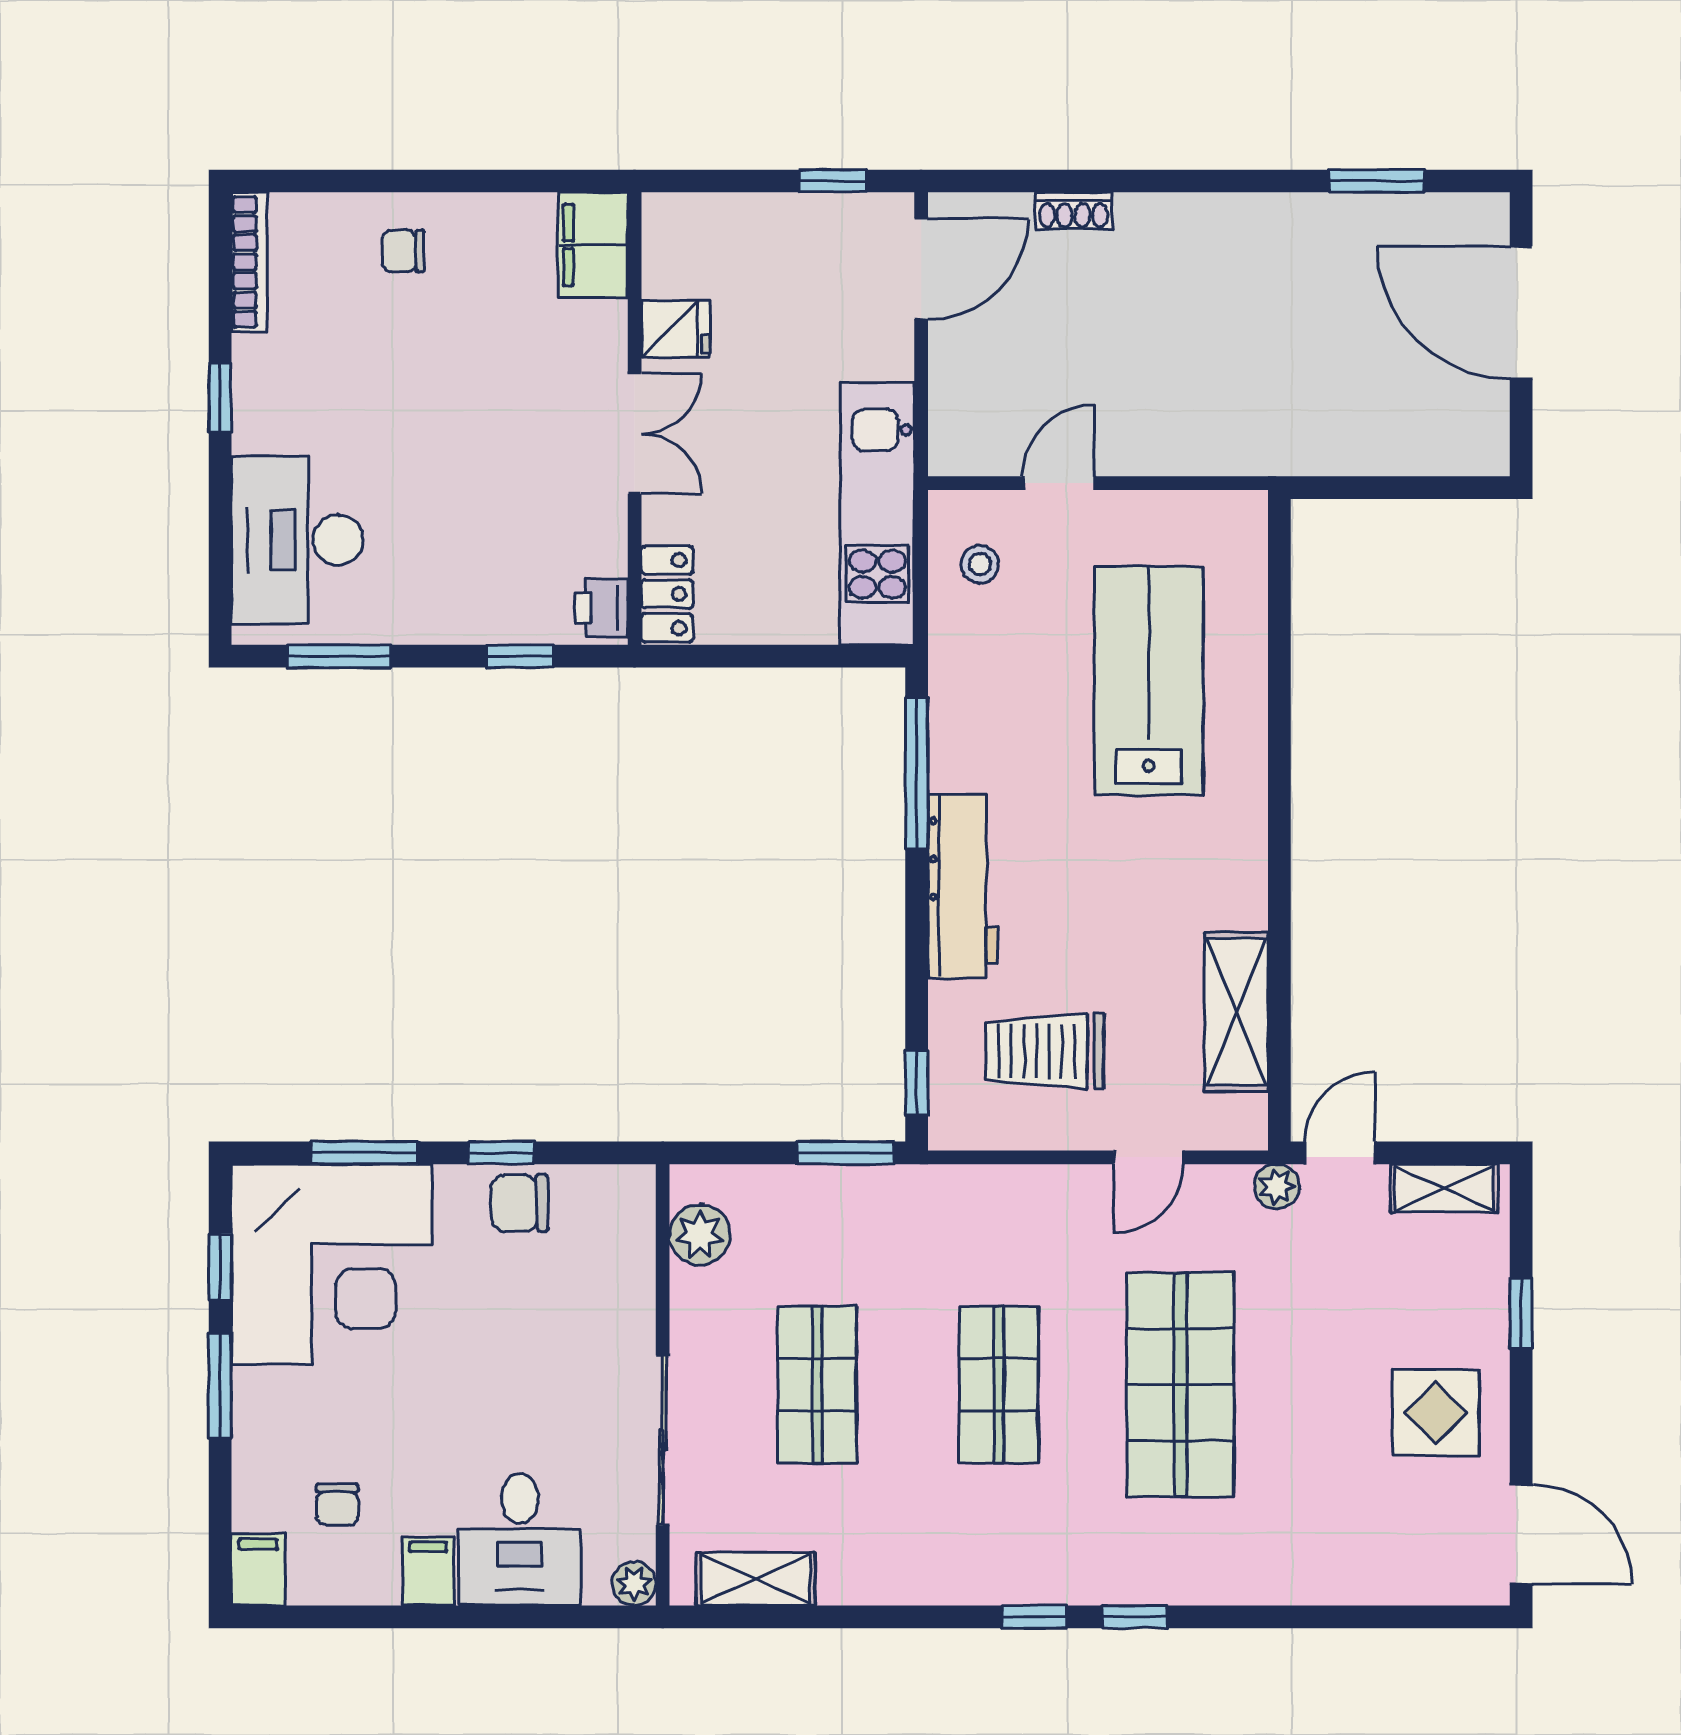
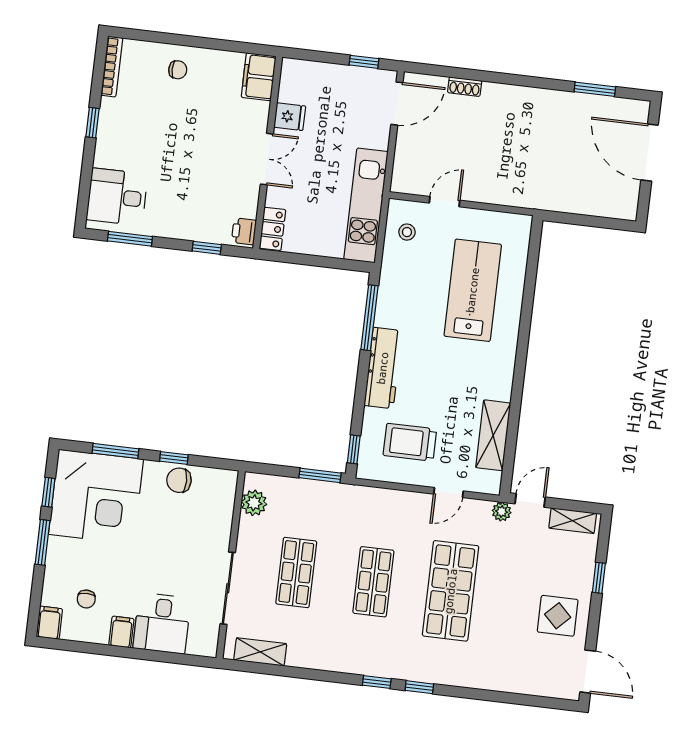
chair: (403, 251) -> (178, 70), turned 180
desk: (297, 540) -> (117, 197), width x0.73
plant: (634, 1584) -> (208, 648), removed

